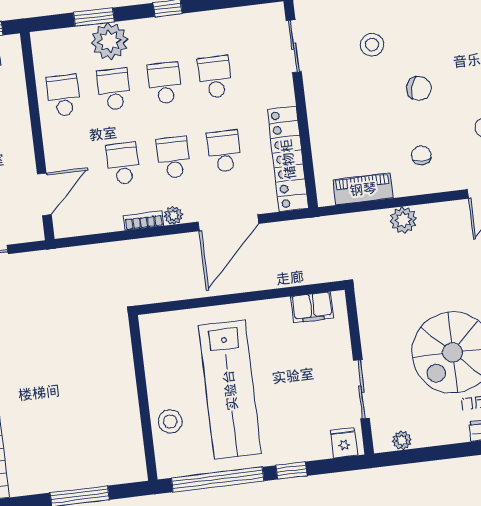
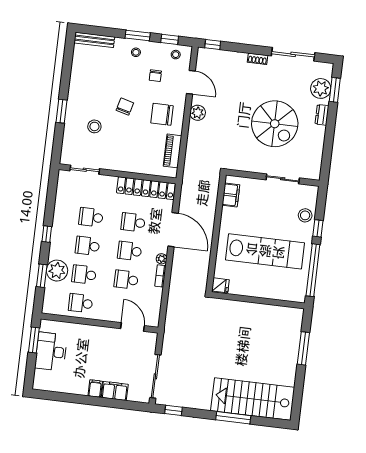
chair: (421, 155) -> (162, 114), width x1.87, depth x1.87
plant: (403, 220) -> (198, 113), moved
stool: (170, 422) -> (305, 215), moved
plant: (402, 440) -> (316, 164), removed
fridge: (344, 443) -> (220, 285), moved, turned 180

